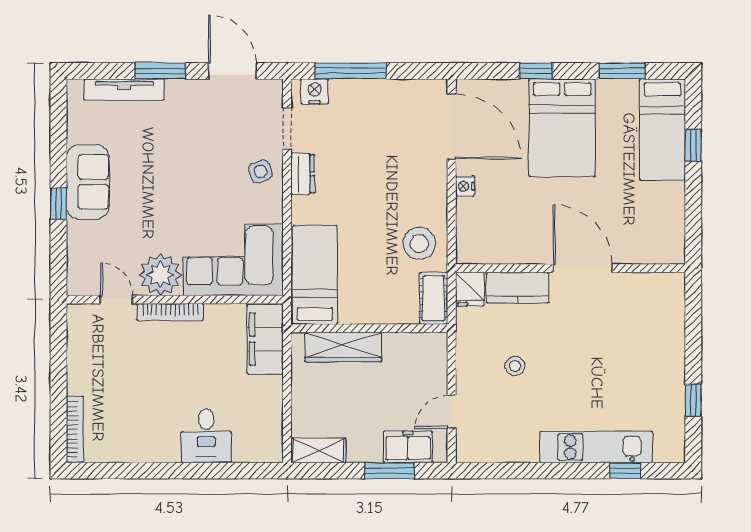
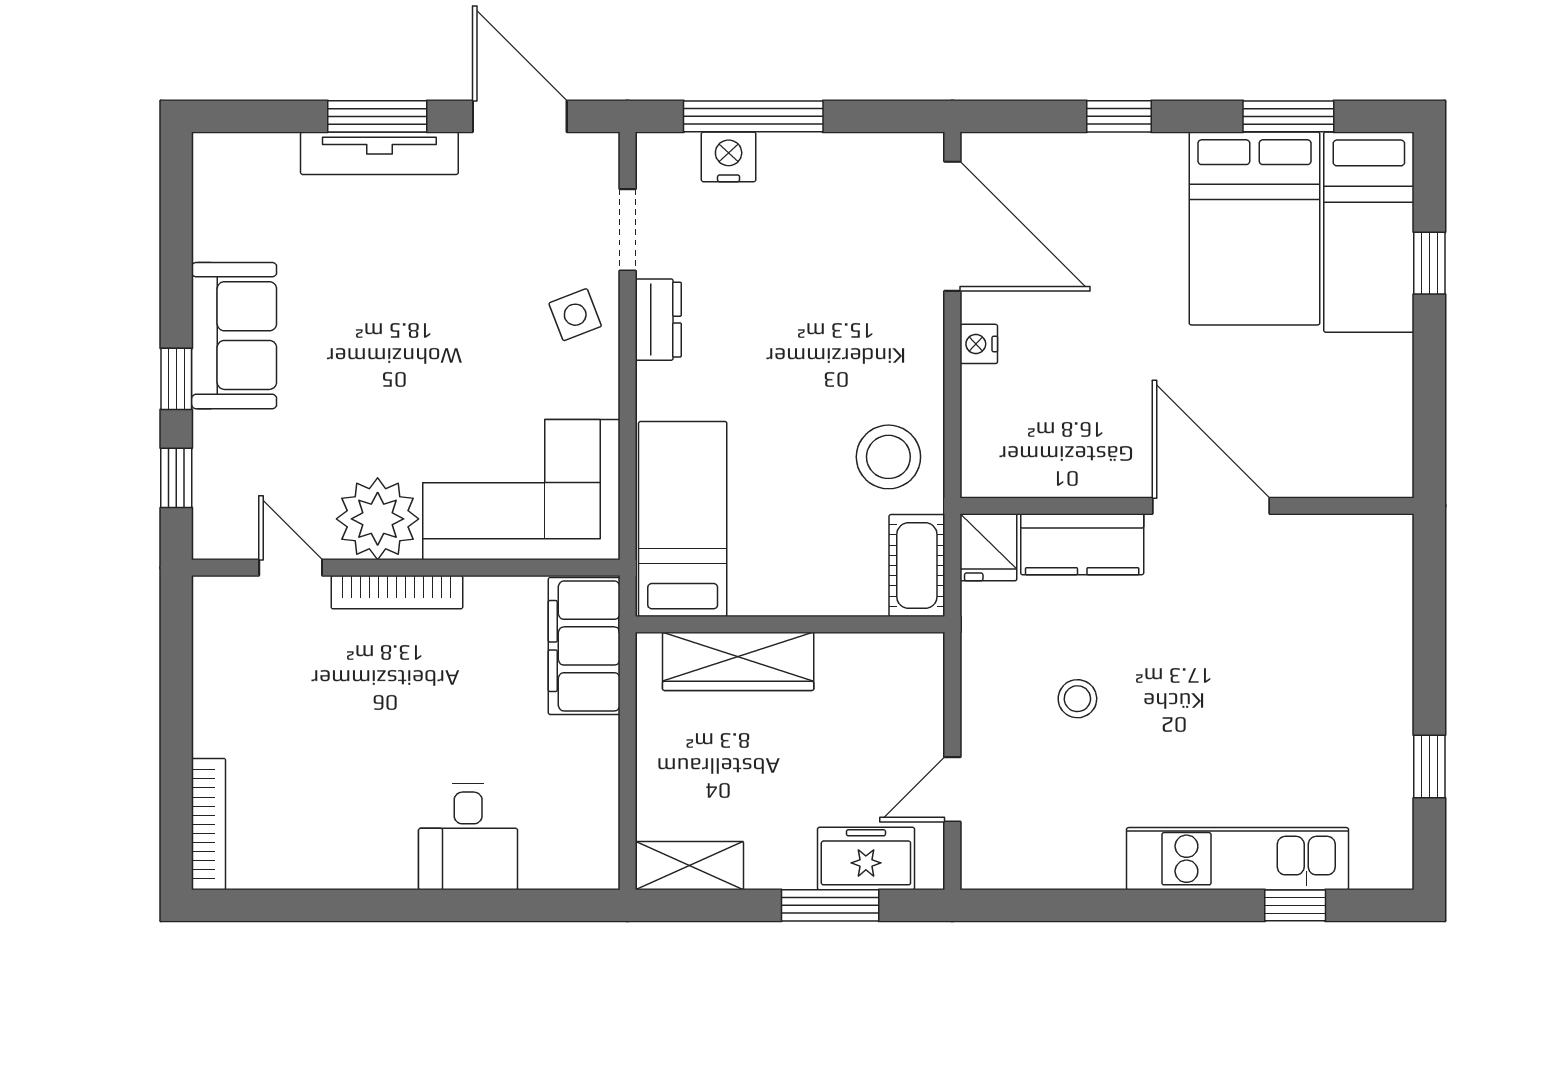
tv unit: (124, 90) -> (379, 153), moved
nightstand: (314, 91) -> (729, 157), moved
bed: (562, 128) -> (1254, 228), moved
window: (58, 254) -> (176, 478), added

